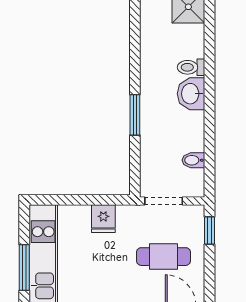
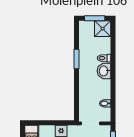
window: (135, 115) -> (77, 59), moved

